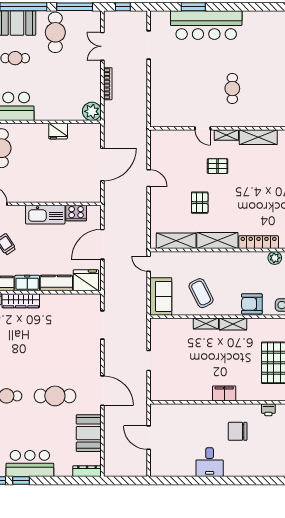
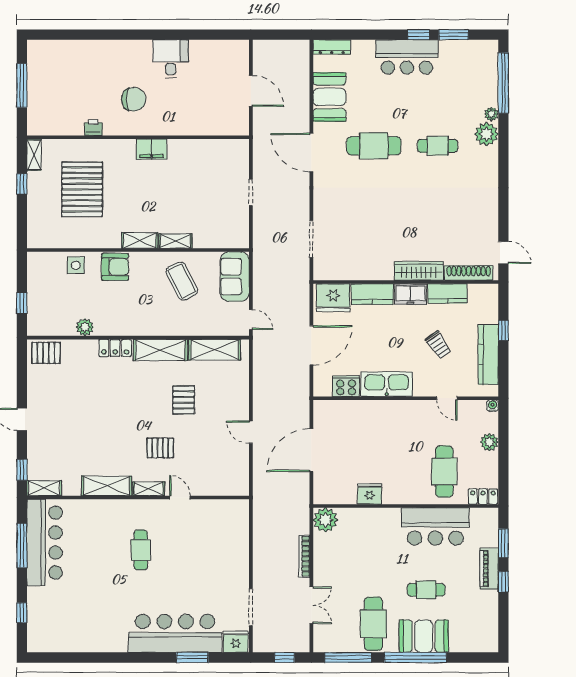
fridge: (160, 19) -> (236, 642), added
locker: (259, 242) -> (115, 348), width x0.66

